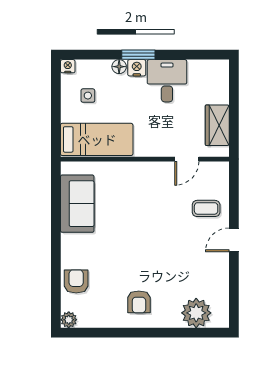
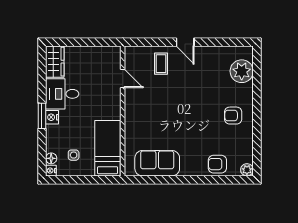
floor lamp: (119, 67) -> (51, 158), moved
wardrobe: (217, 125) -> (55, 62), moved, turned -90
armchair: (139, 302) -> (233, 116), turned 180

